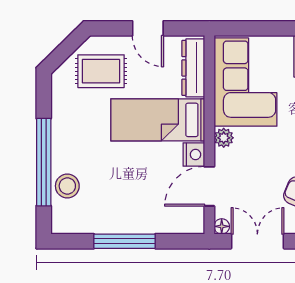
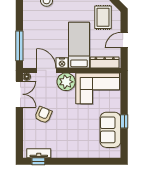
plant: (224, 138) -> (66, 82), width x1.87, depth x1.87
window: (125, 241) -> (19, 46), moved

